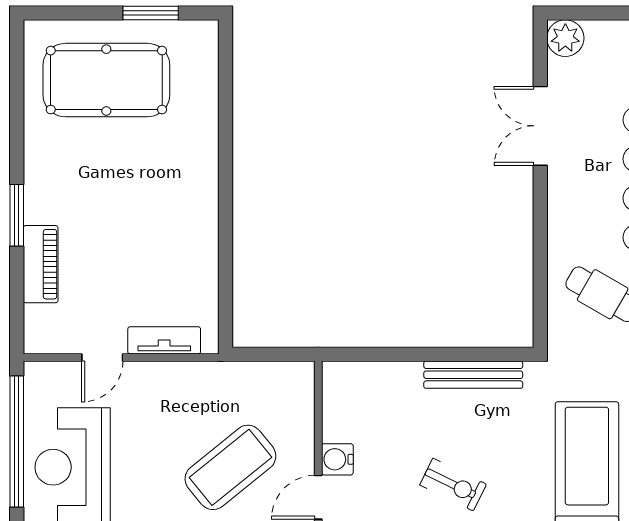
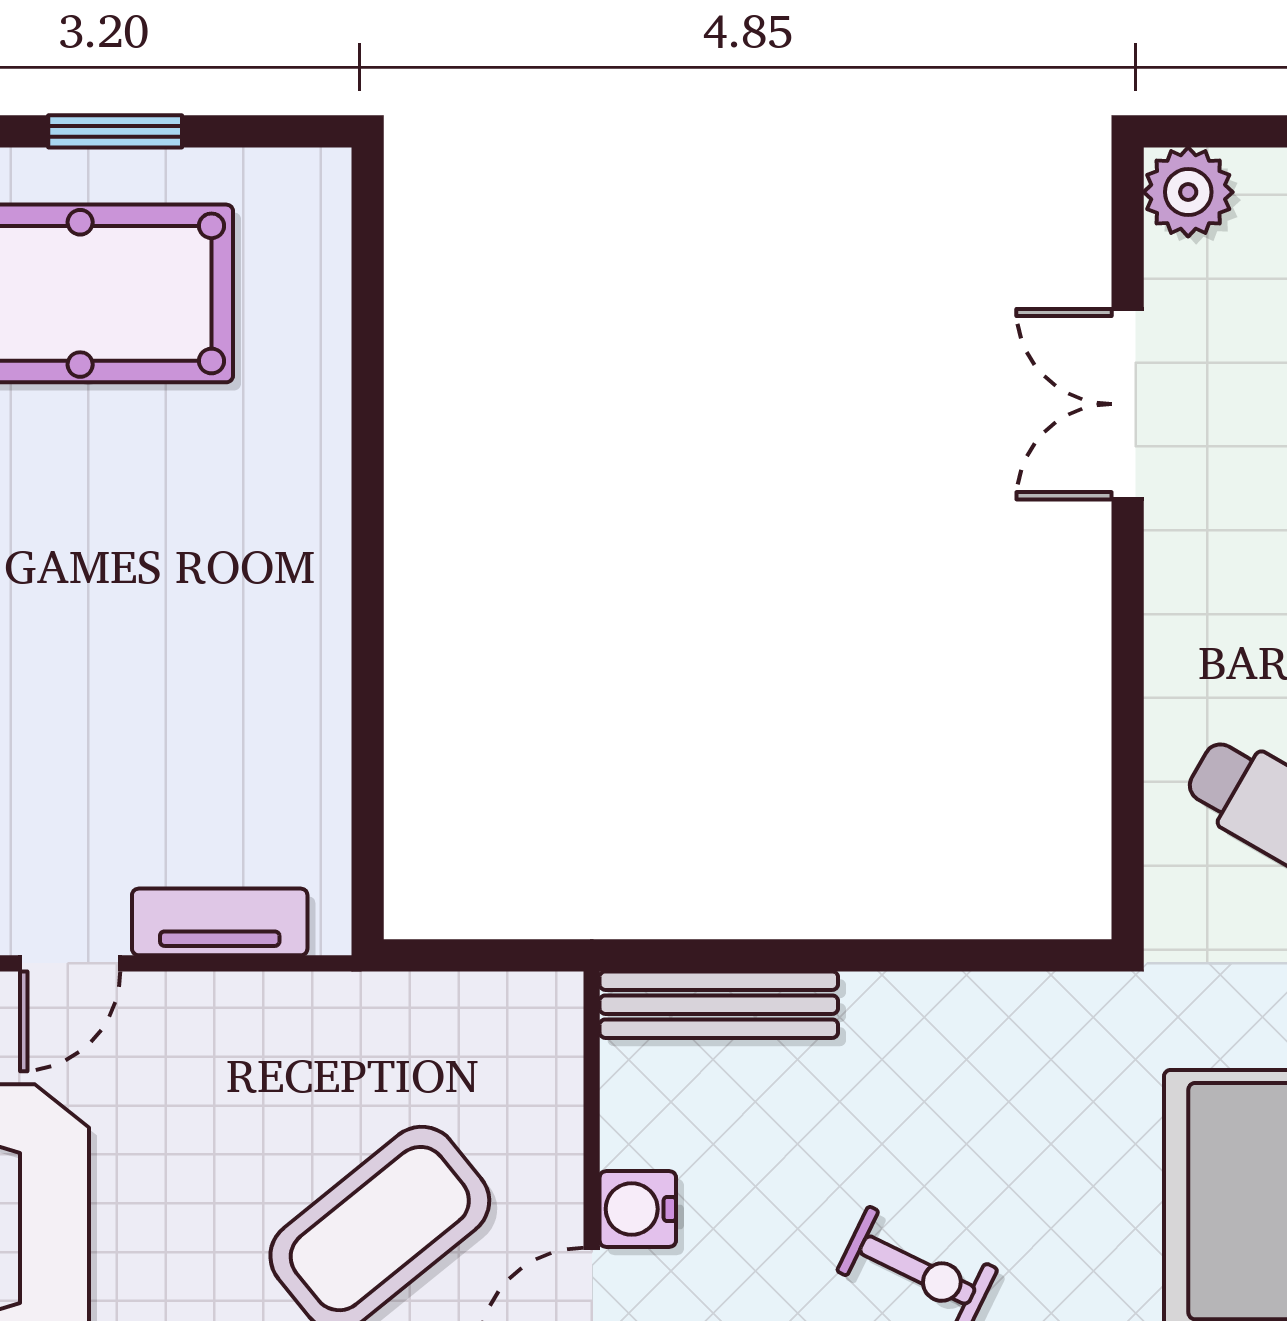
window: (151, 13) -> (115, 131), moved
bench: (473, 375) -> (719, 1005), moved

